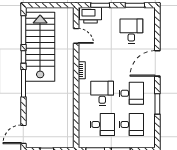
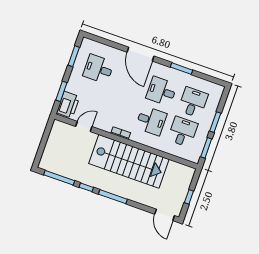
stairs: (40, 47) -> (129, 161), moved, turned 180
desk: (102, 93) -> (151, 121), turned 180
desk: (131, 93) -> (162, 91), turned -90

